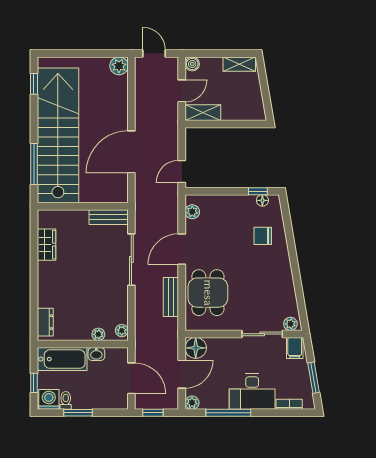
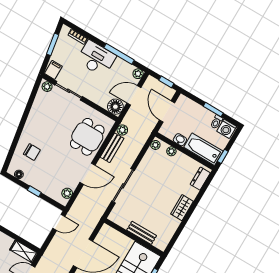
window: (258, 191) -> (34, 191), moved
bench: (109, 217) -> (142, 233), moved
wardrobe: (46, 245) -> (182, 208), moved
plant: (171, 325) -> (122, 130), added
window: (34, 383) -> (223, 156), moved

